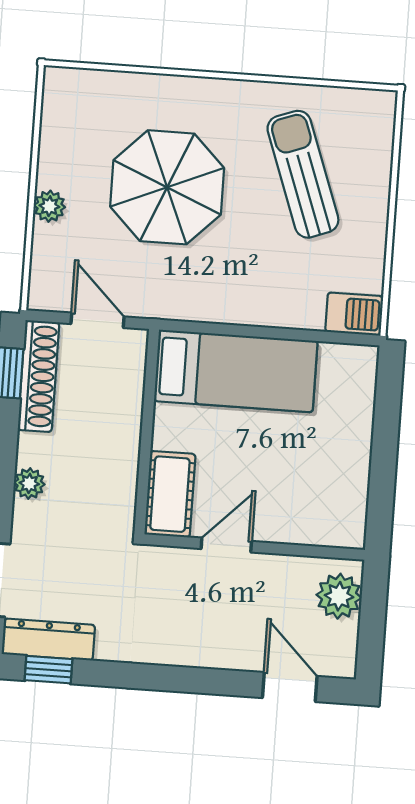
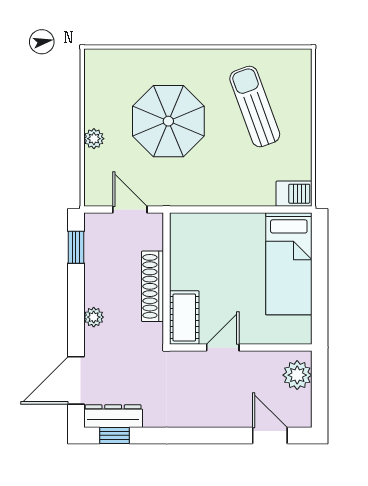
bed: (236, 371) -> (289, 264), moved, turned 90
shoe rack: (38, 376) -> (153, 286), moved, turned 180

